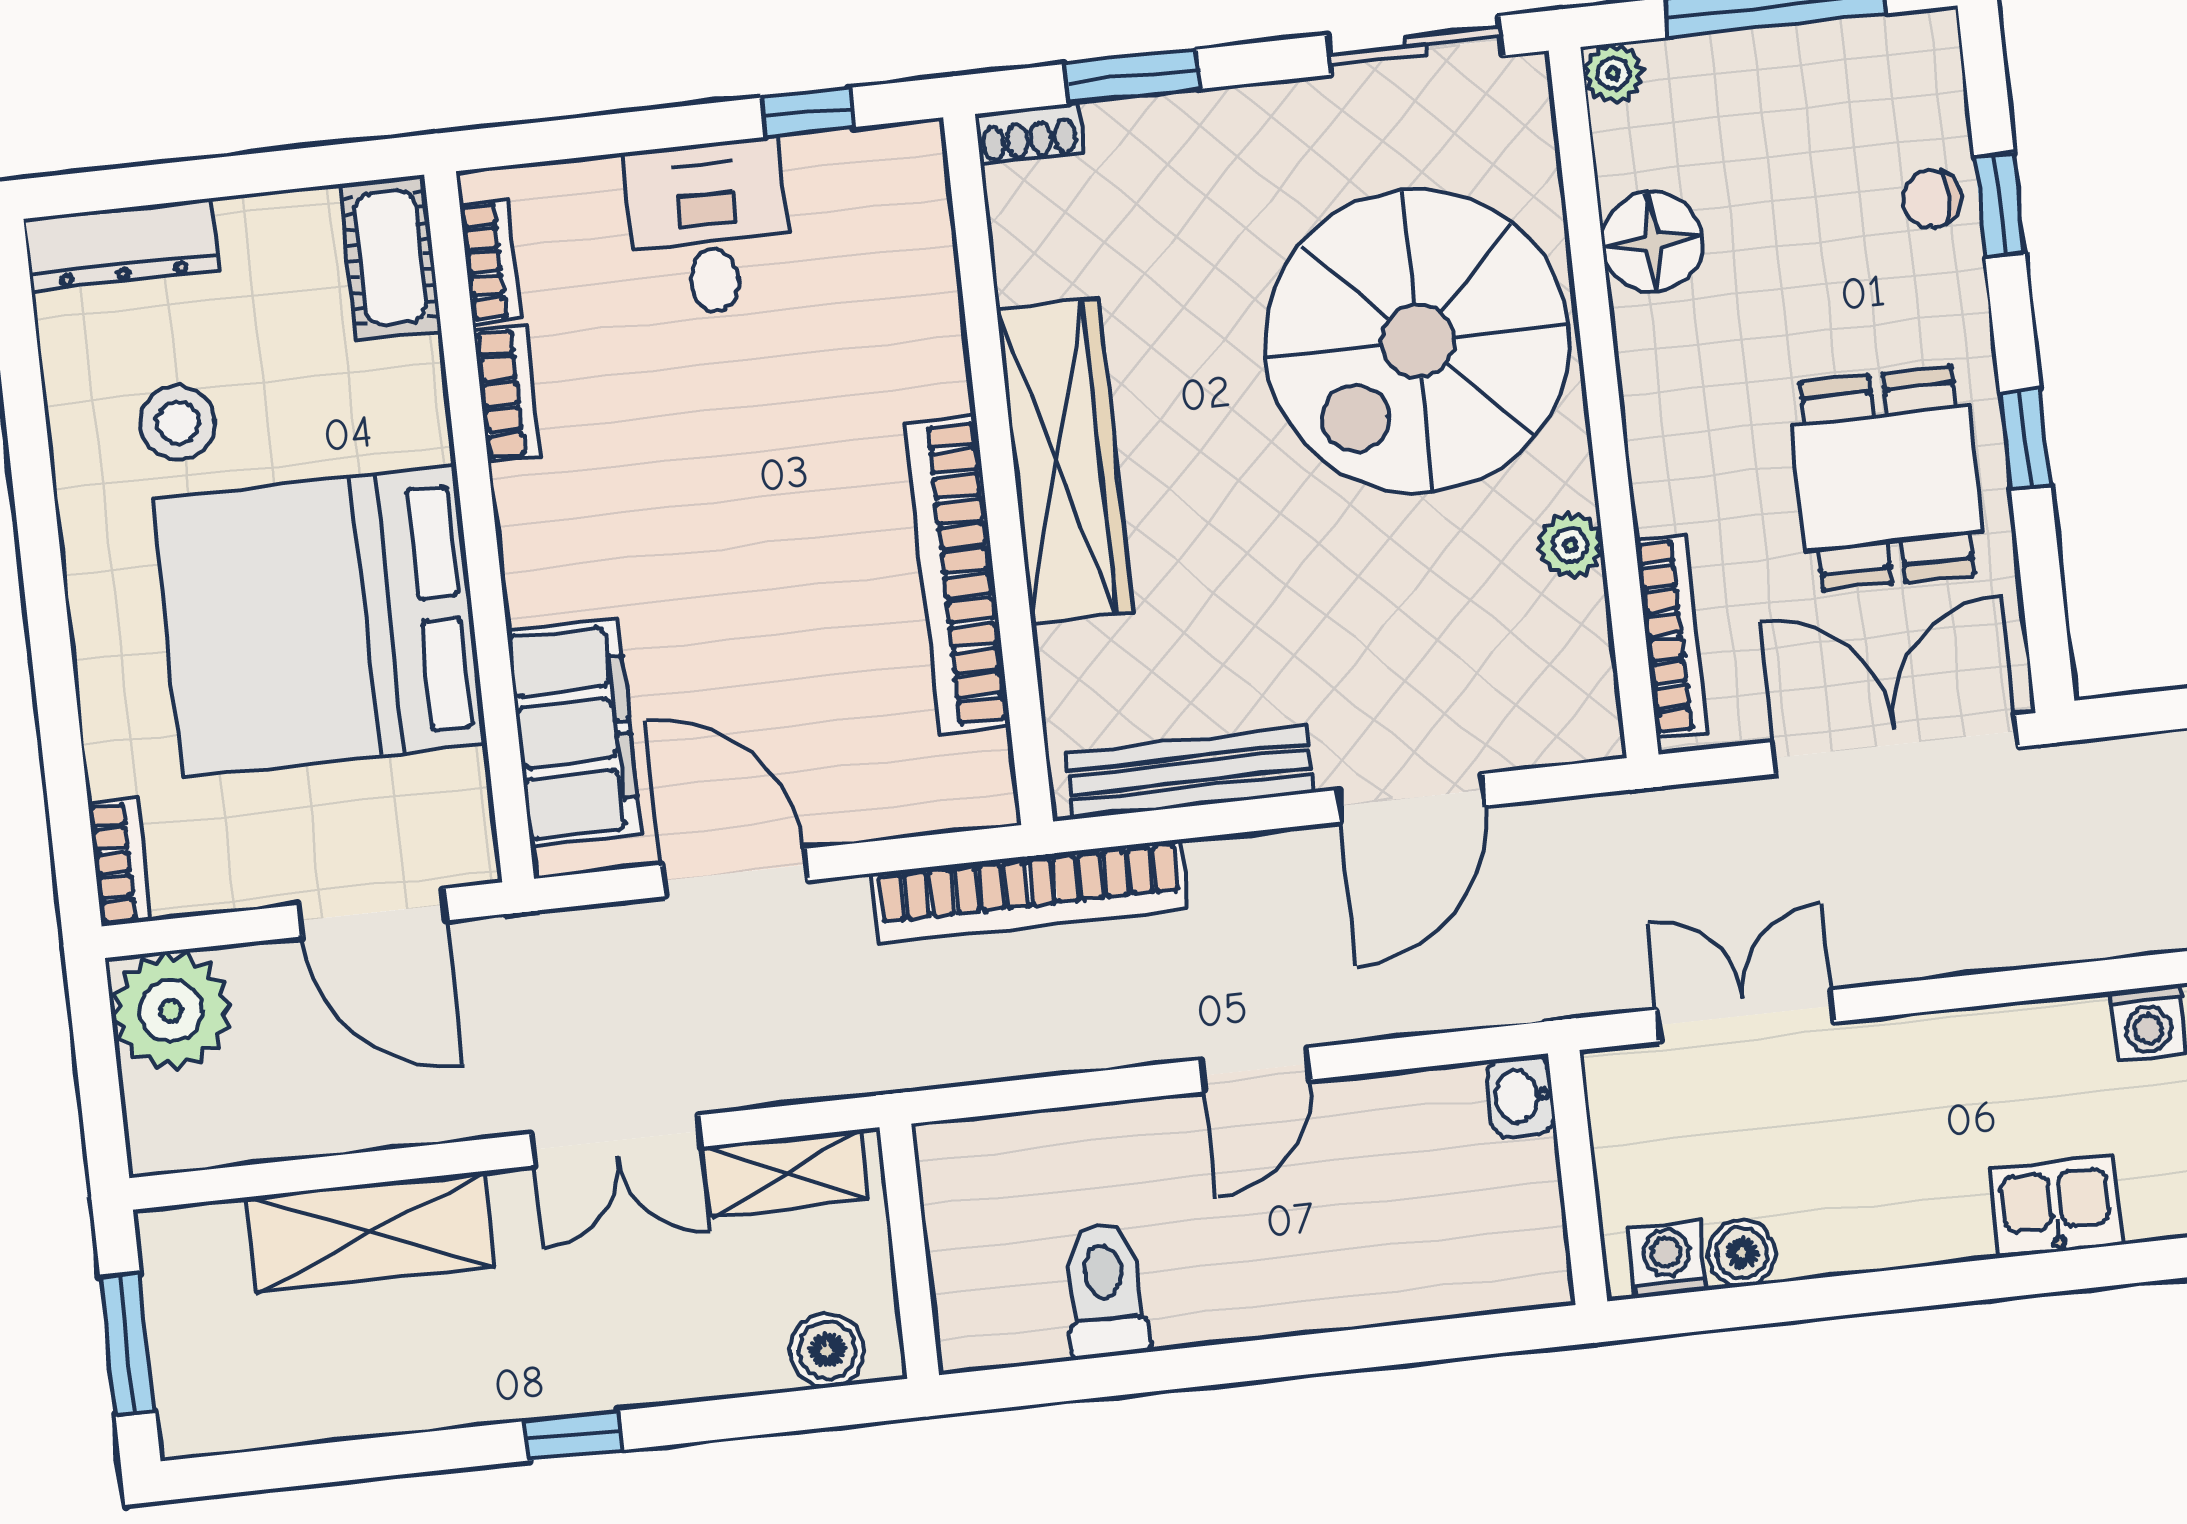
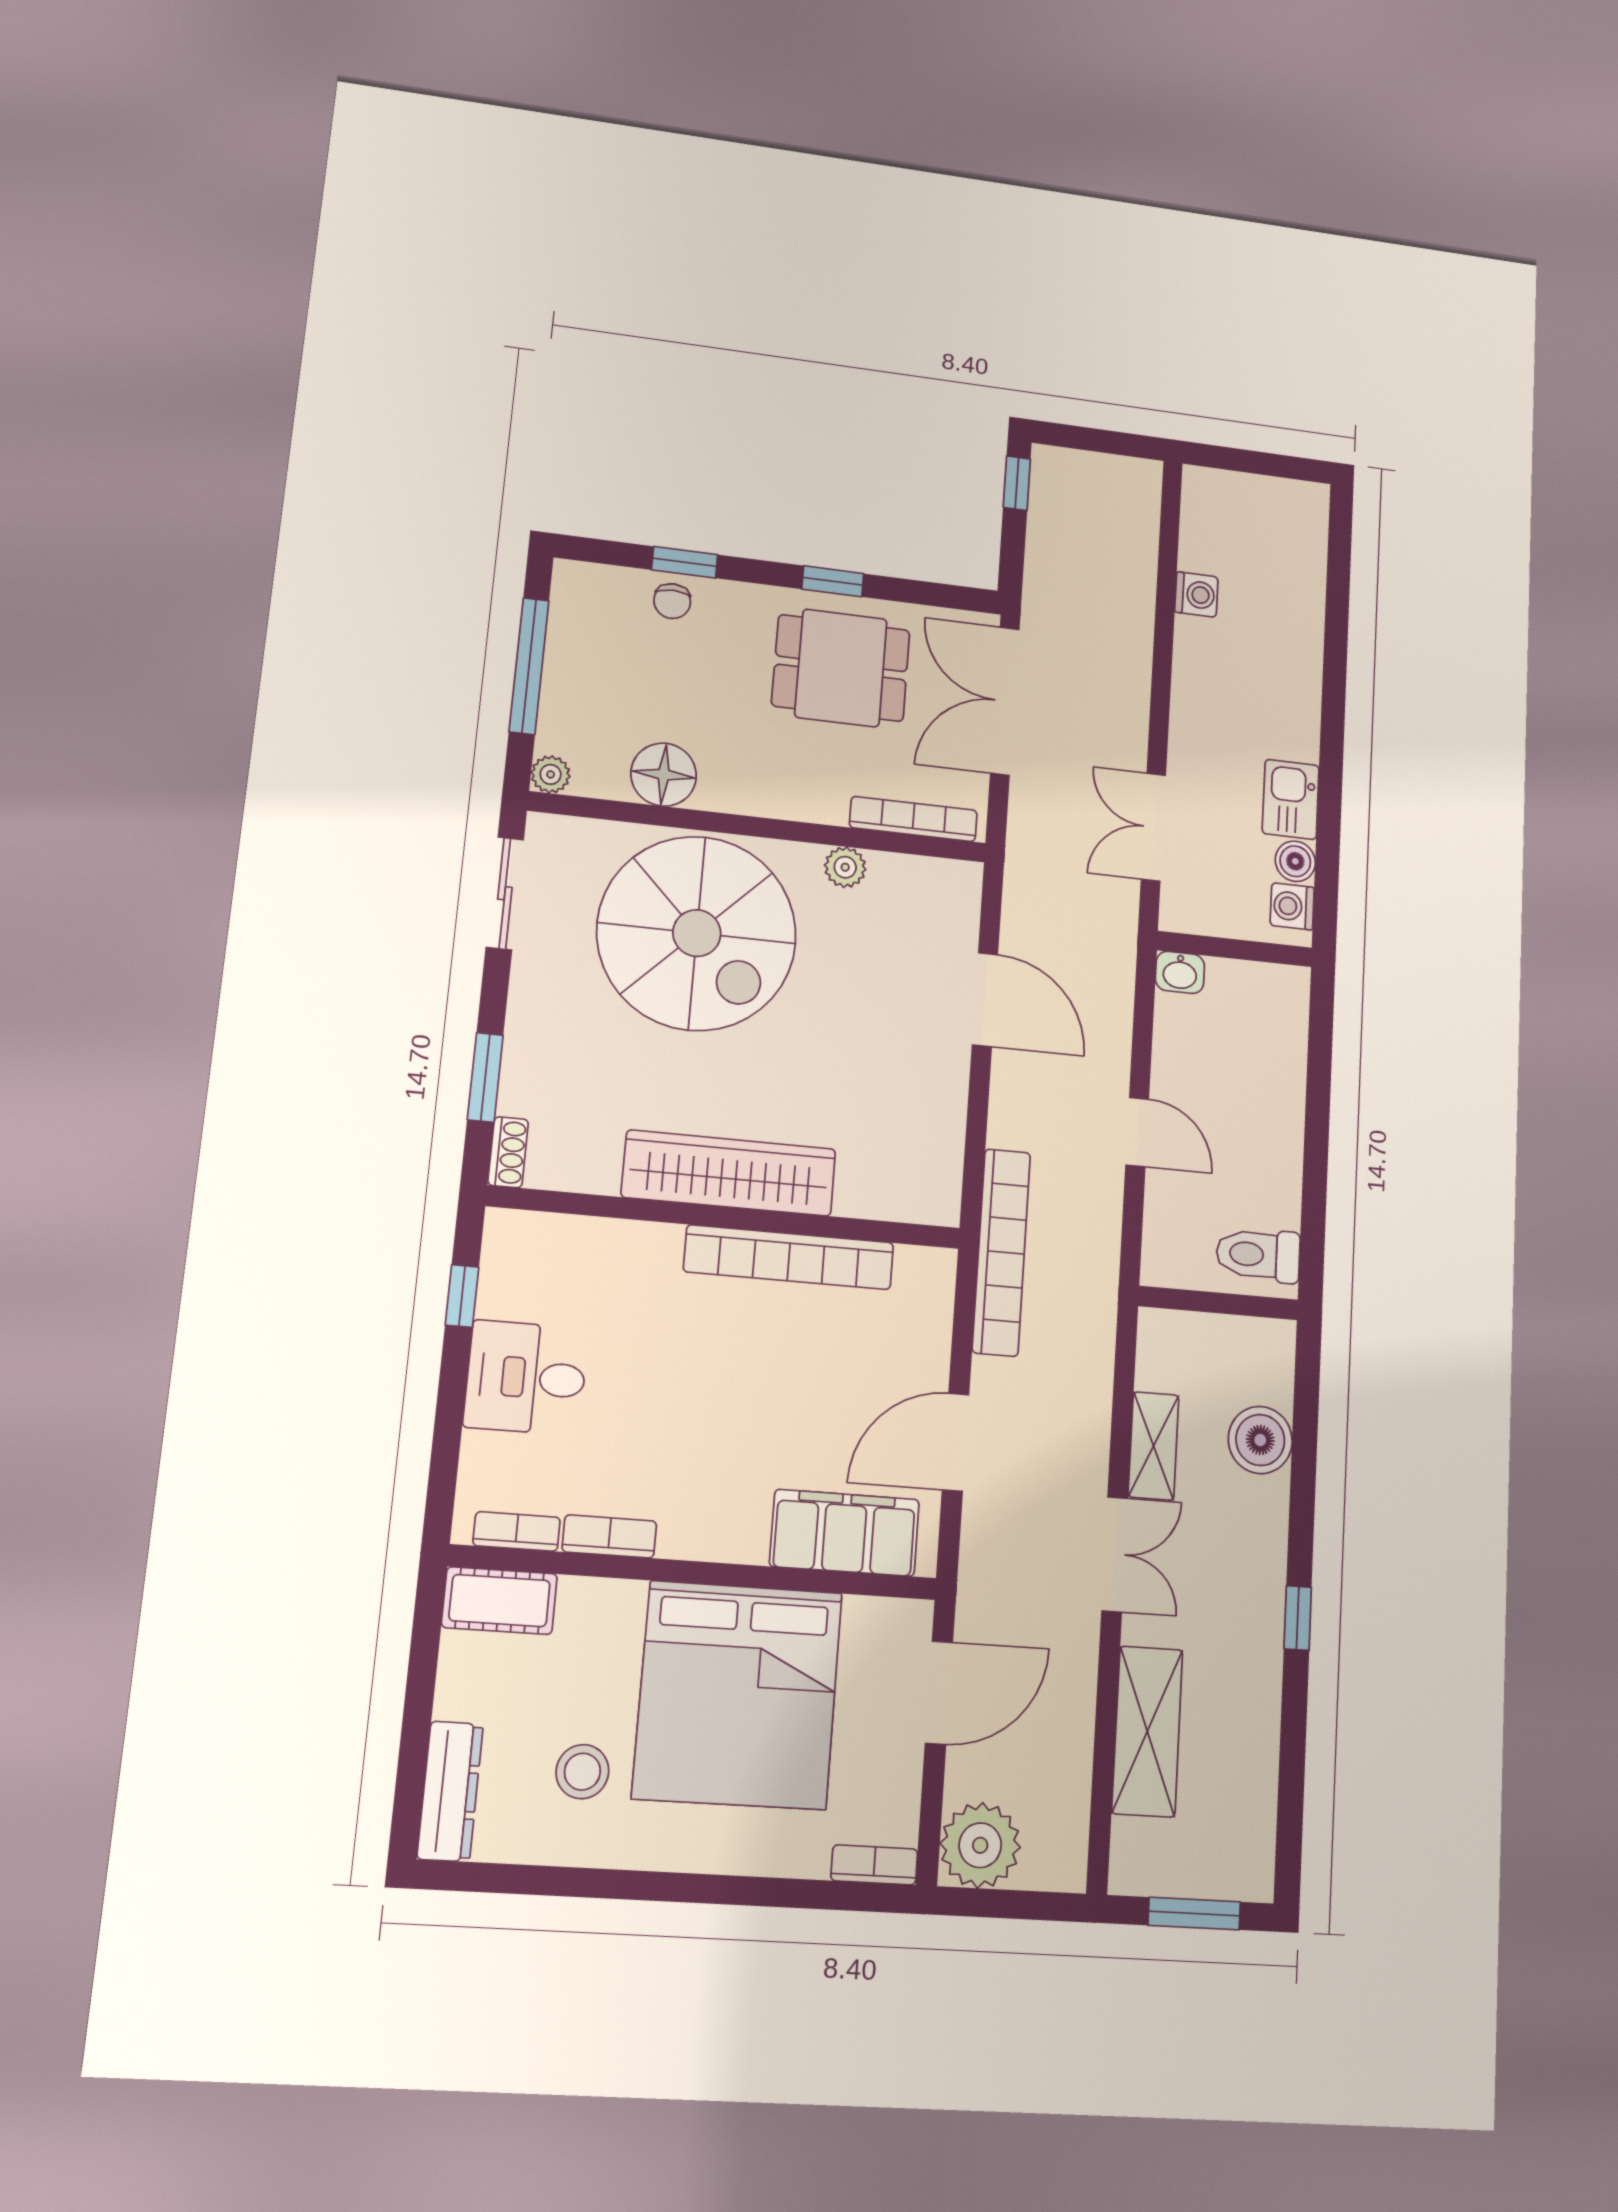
bench: (1189, 772) -> (944, 1135), removed
kitchen sink: (2056, 1207) -> (1291, 799), moved
wall: (909, 1251) -> (1218, 1303), moved
boiler: (827, 1350) -> (1260, 1440), width x1.36, depth x1.36

